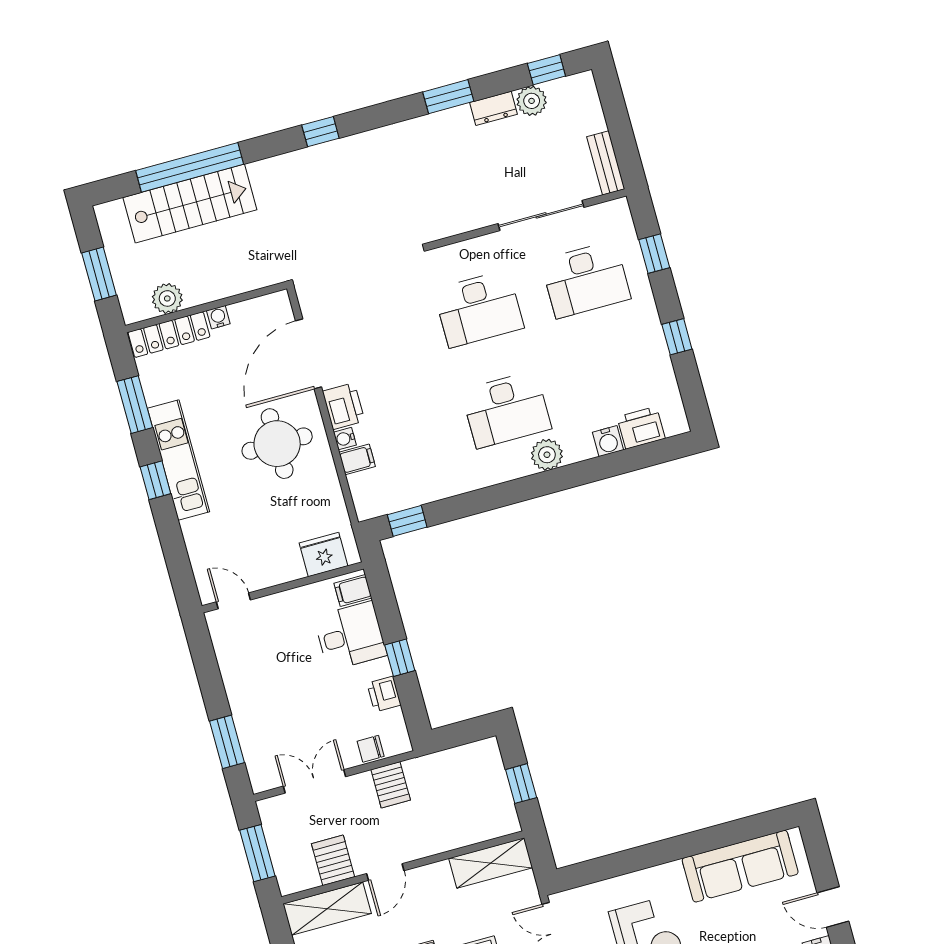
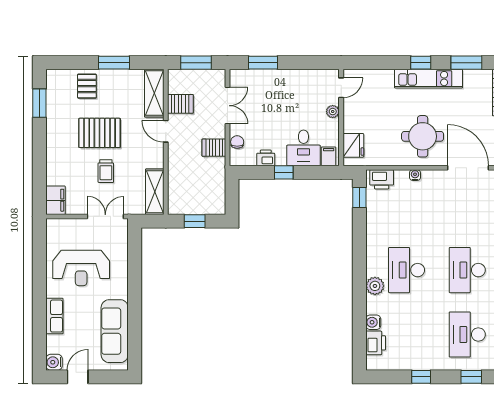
printer: (344, 406) -> (382, 179), moved
filing cabinet: (357, 459) -> (401, 179), removed
plant: (277, 604) -> (333, 112), added

